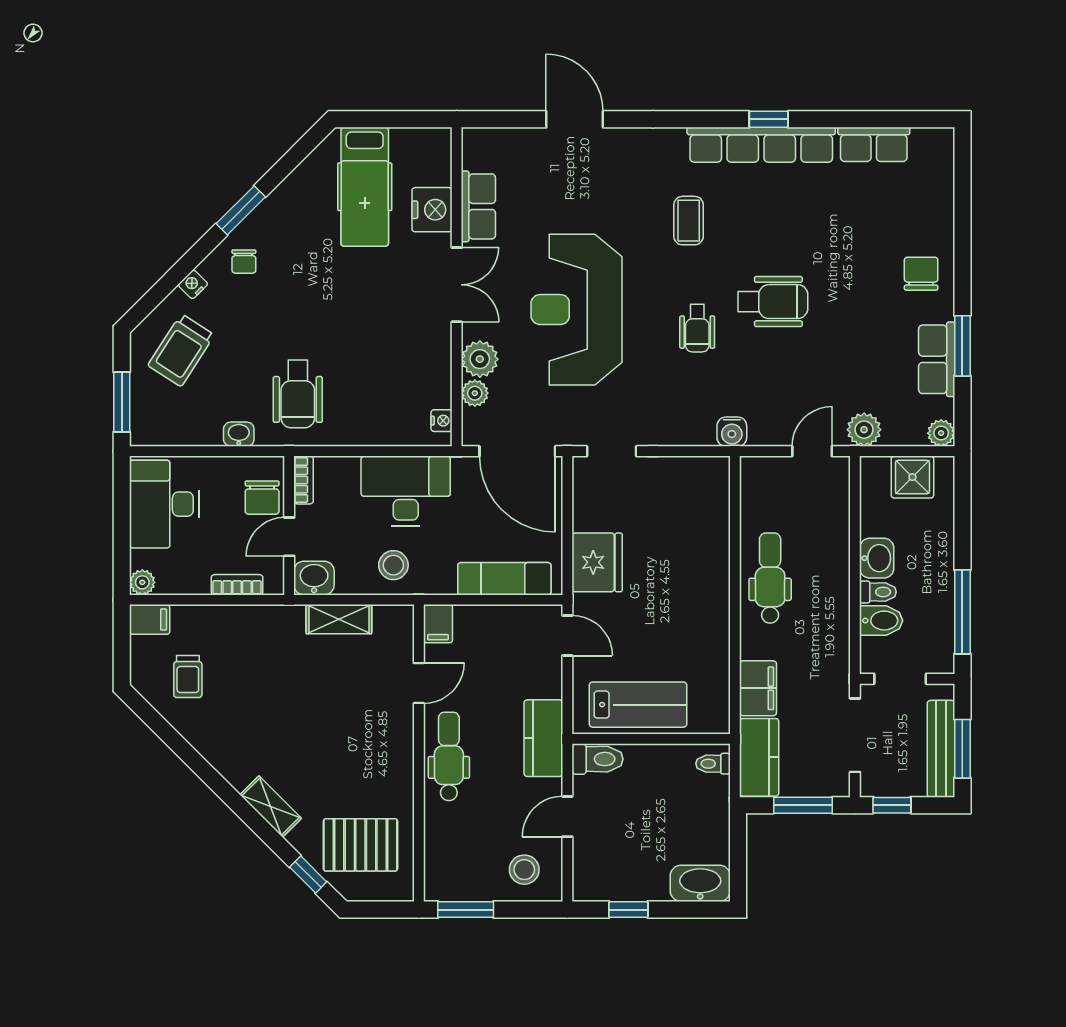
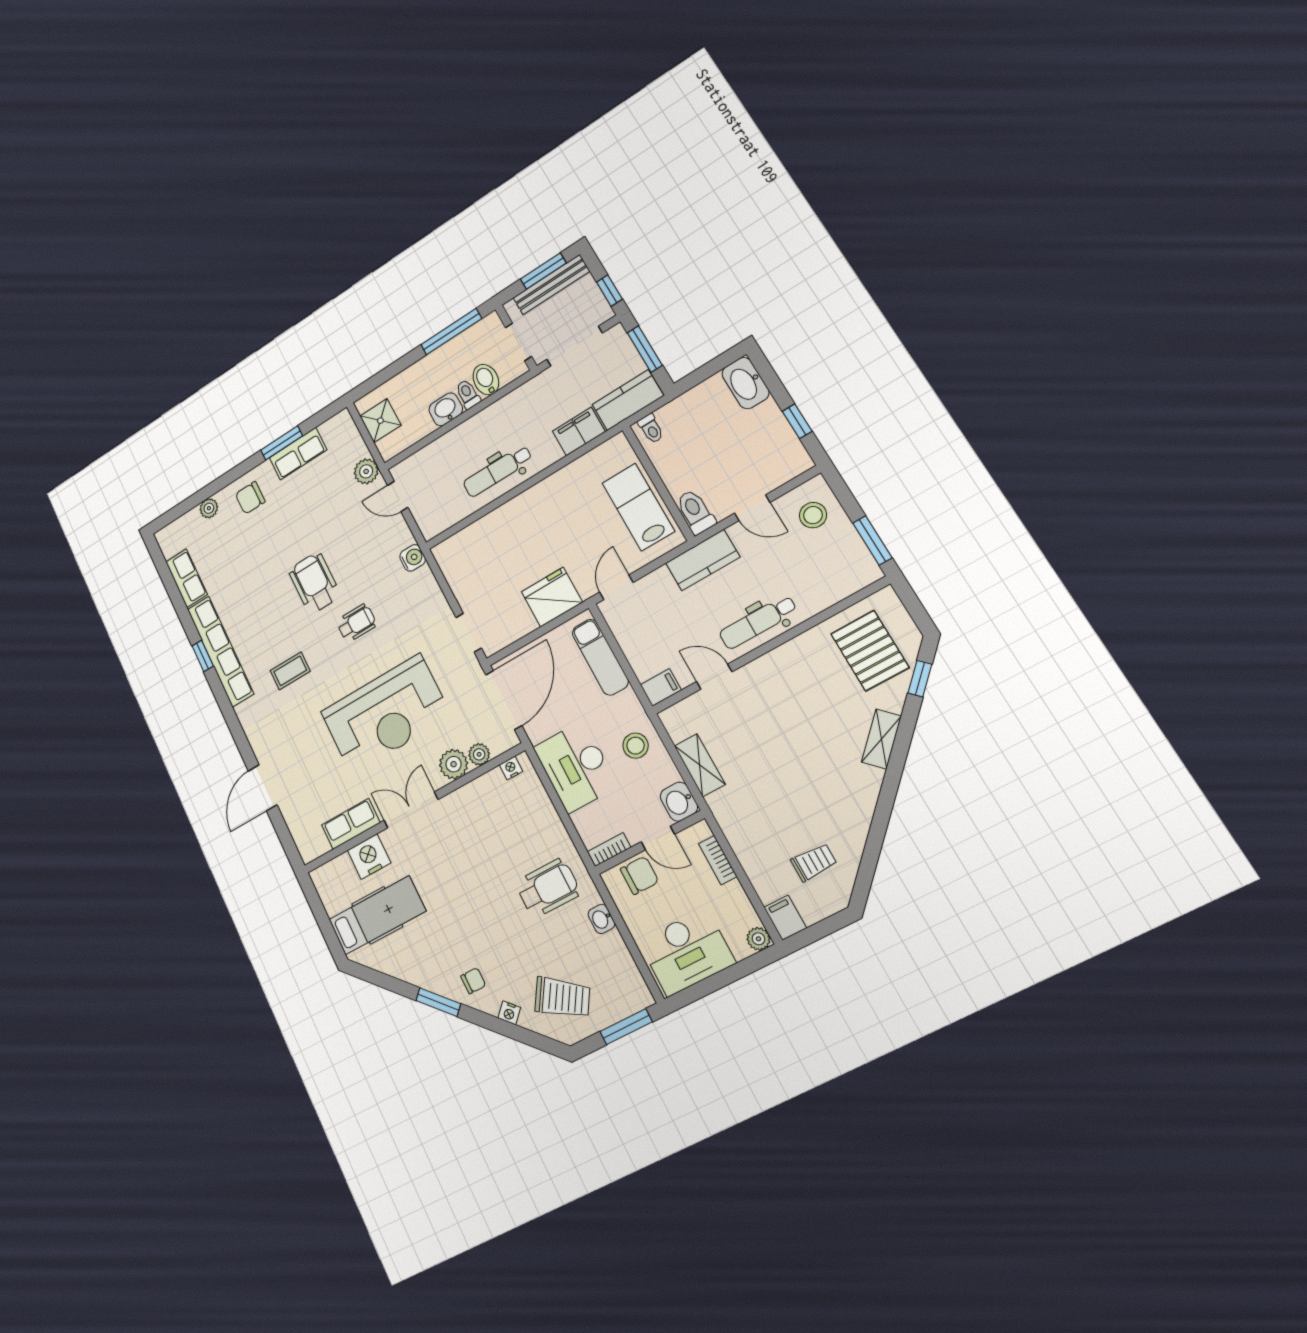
plant: (941, 433) -> (209, 508), moved

